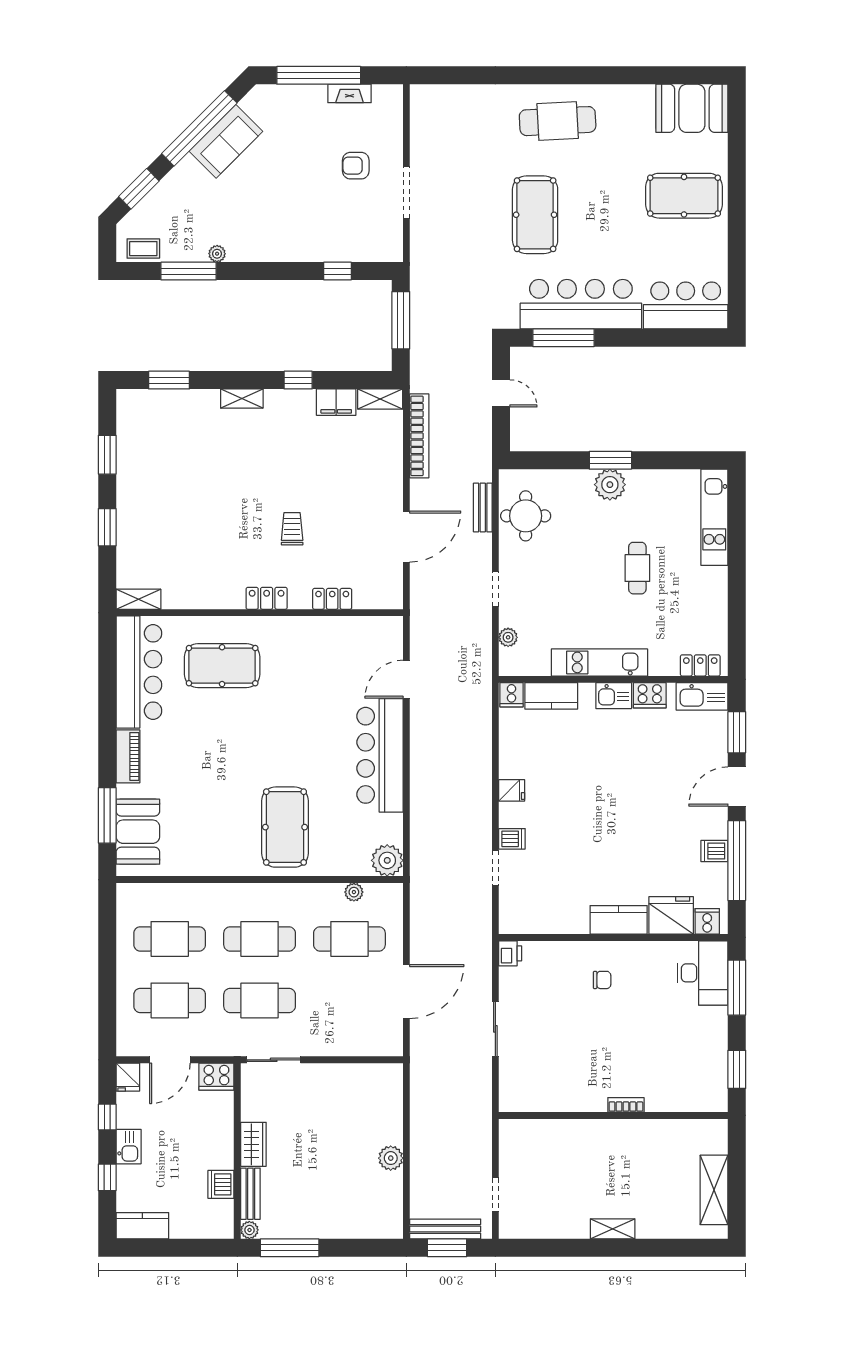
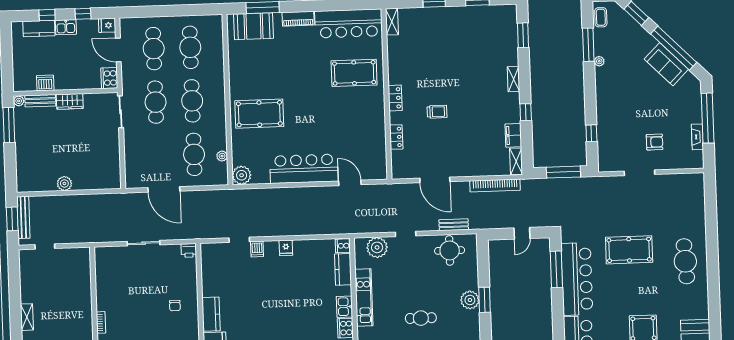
armchair: (356, 166) -> (655, 142), turned 90
plant: (508, 637) -> (377, 247), width x1.87, depth x1.87
pool table: (222, 666) -> (354, 73), turned 90
kitchen counter: (142, 1226) -> (39, 28), moved, turned 90

